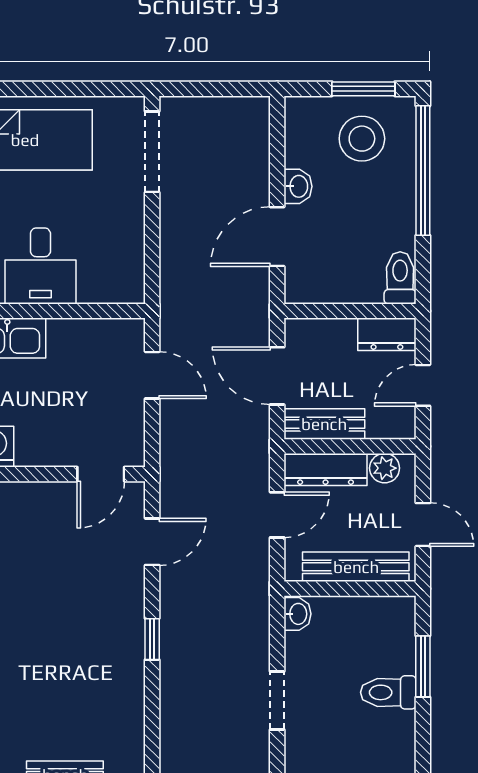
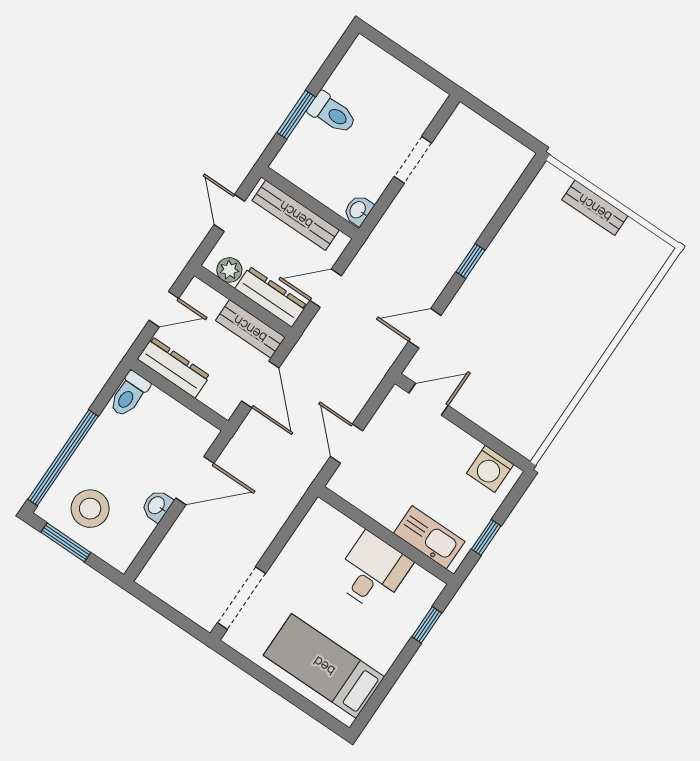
dresser: (387, 334) -> (174, 367), width x1.44

